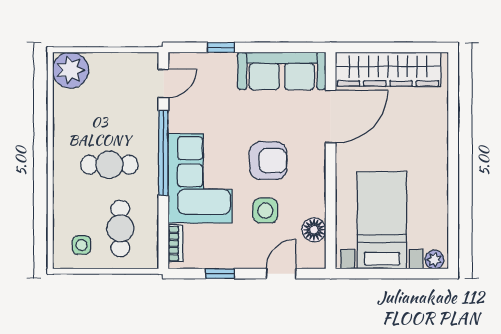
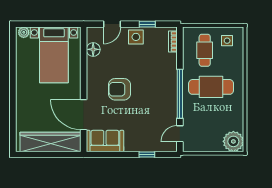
sofa: (282, 71) -> (105, 141), width x0.73
door: (331, 117) -> (84, 115), hinge flipped
cafe table: (109, 165) -> (211, 87), width x1.37, depth x1.35
corner sofa: (200, 178) -> (159, 79), removed
side table: (265, 211) -> (136, 37), moved

